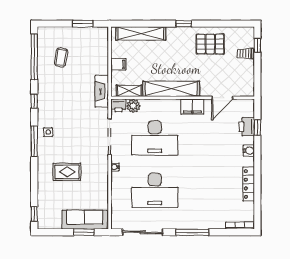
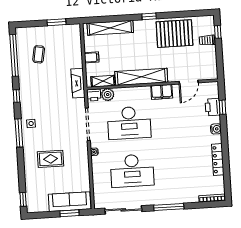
pallet: (210, 44) -> (175, 34), width x1.37, depth x1.41

